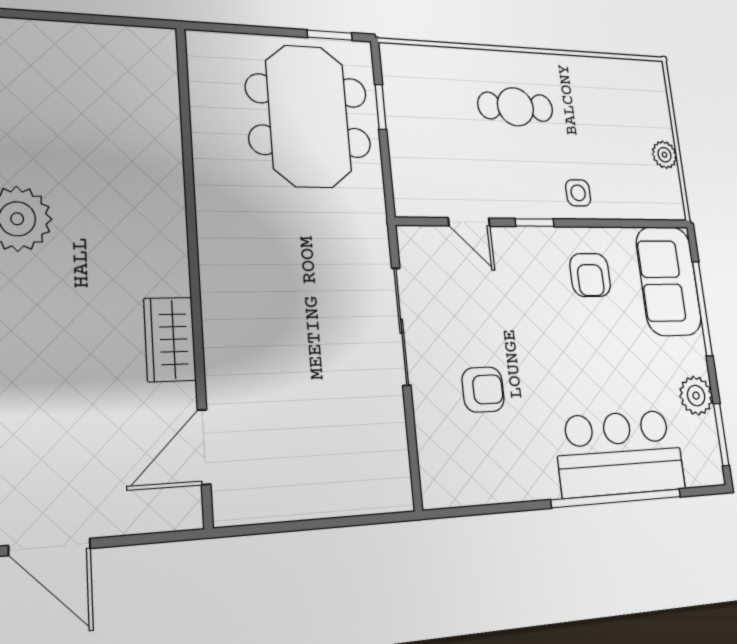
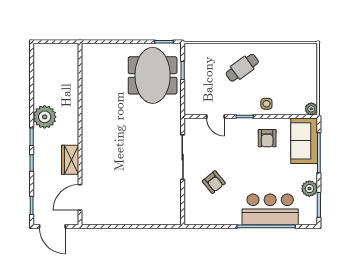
cafe table: (515, 107) -> (242, 68), turned -36
plant: (664, 155) -> (311, 109), moved
wall: (194, 267) -> (80, 134), moved
wardrobe: (170, 339) -> (70, 160), moved
armchair: (483, 390) -> (214, 182), turned 51
door: (204, 447) -> (80, 197), moved

